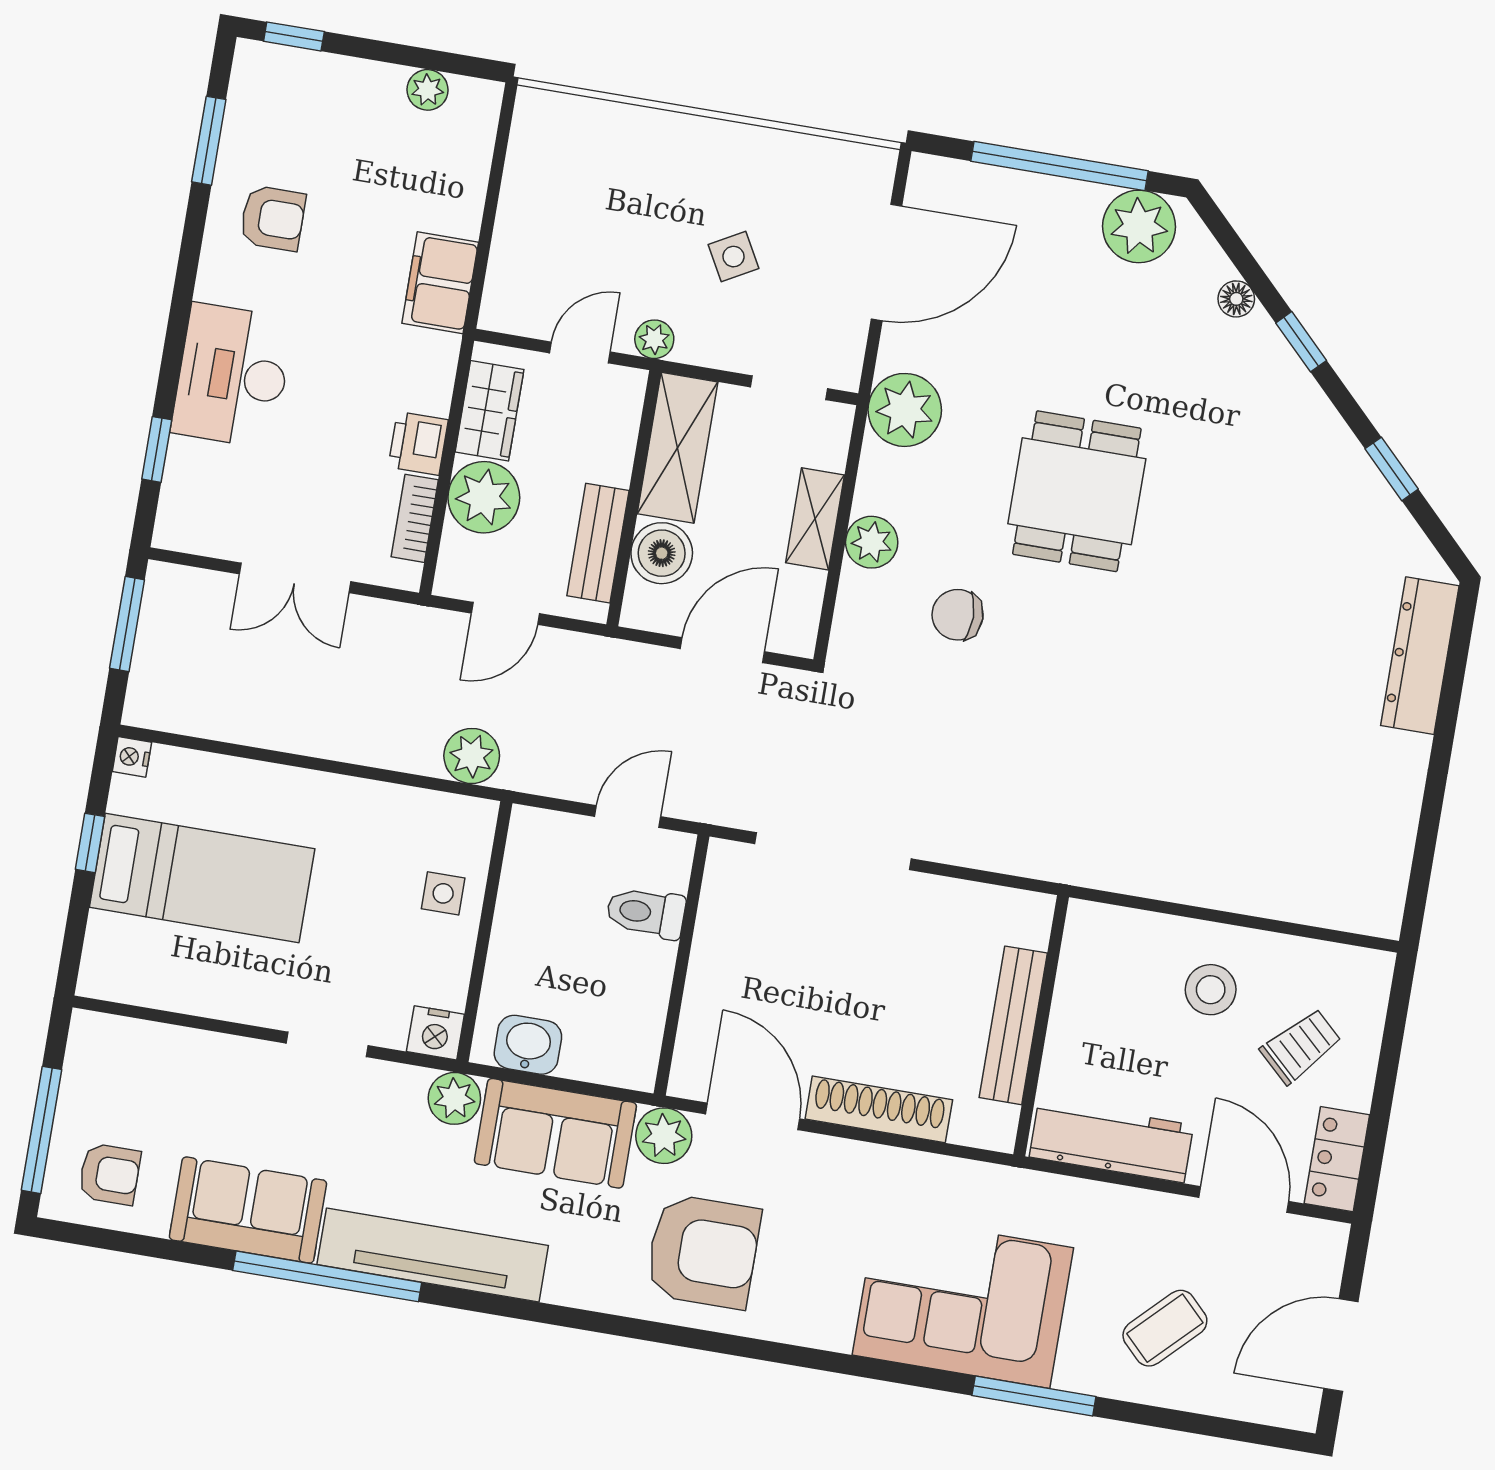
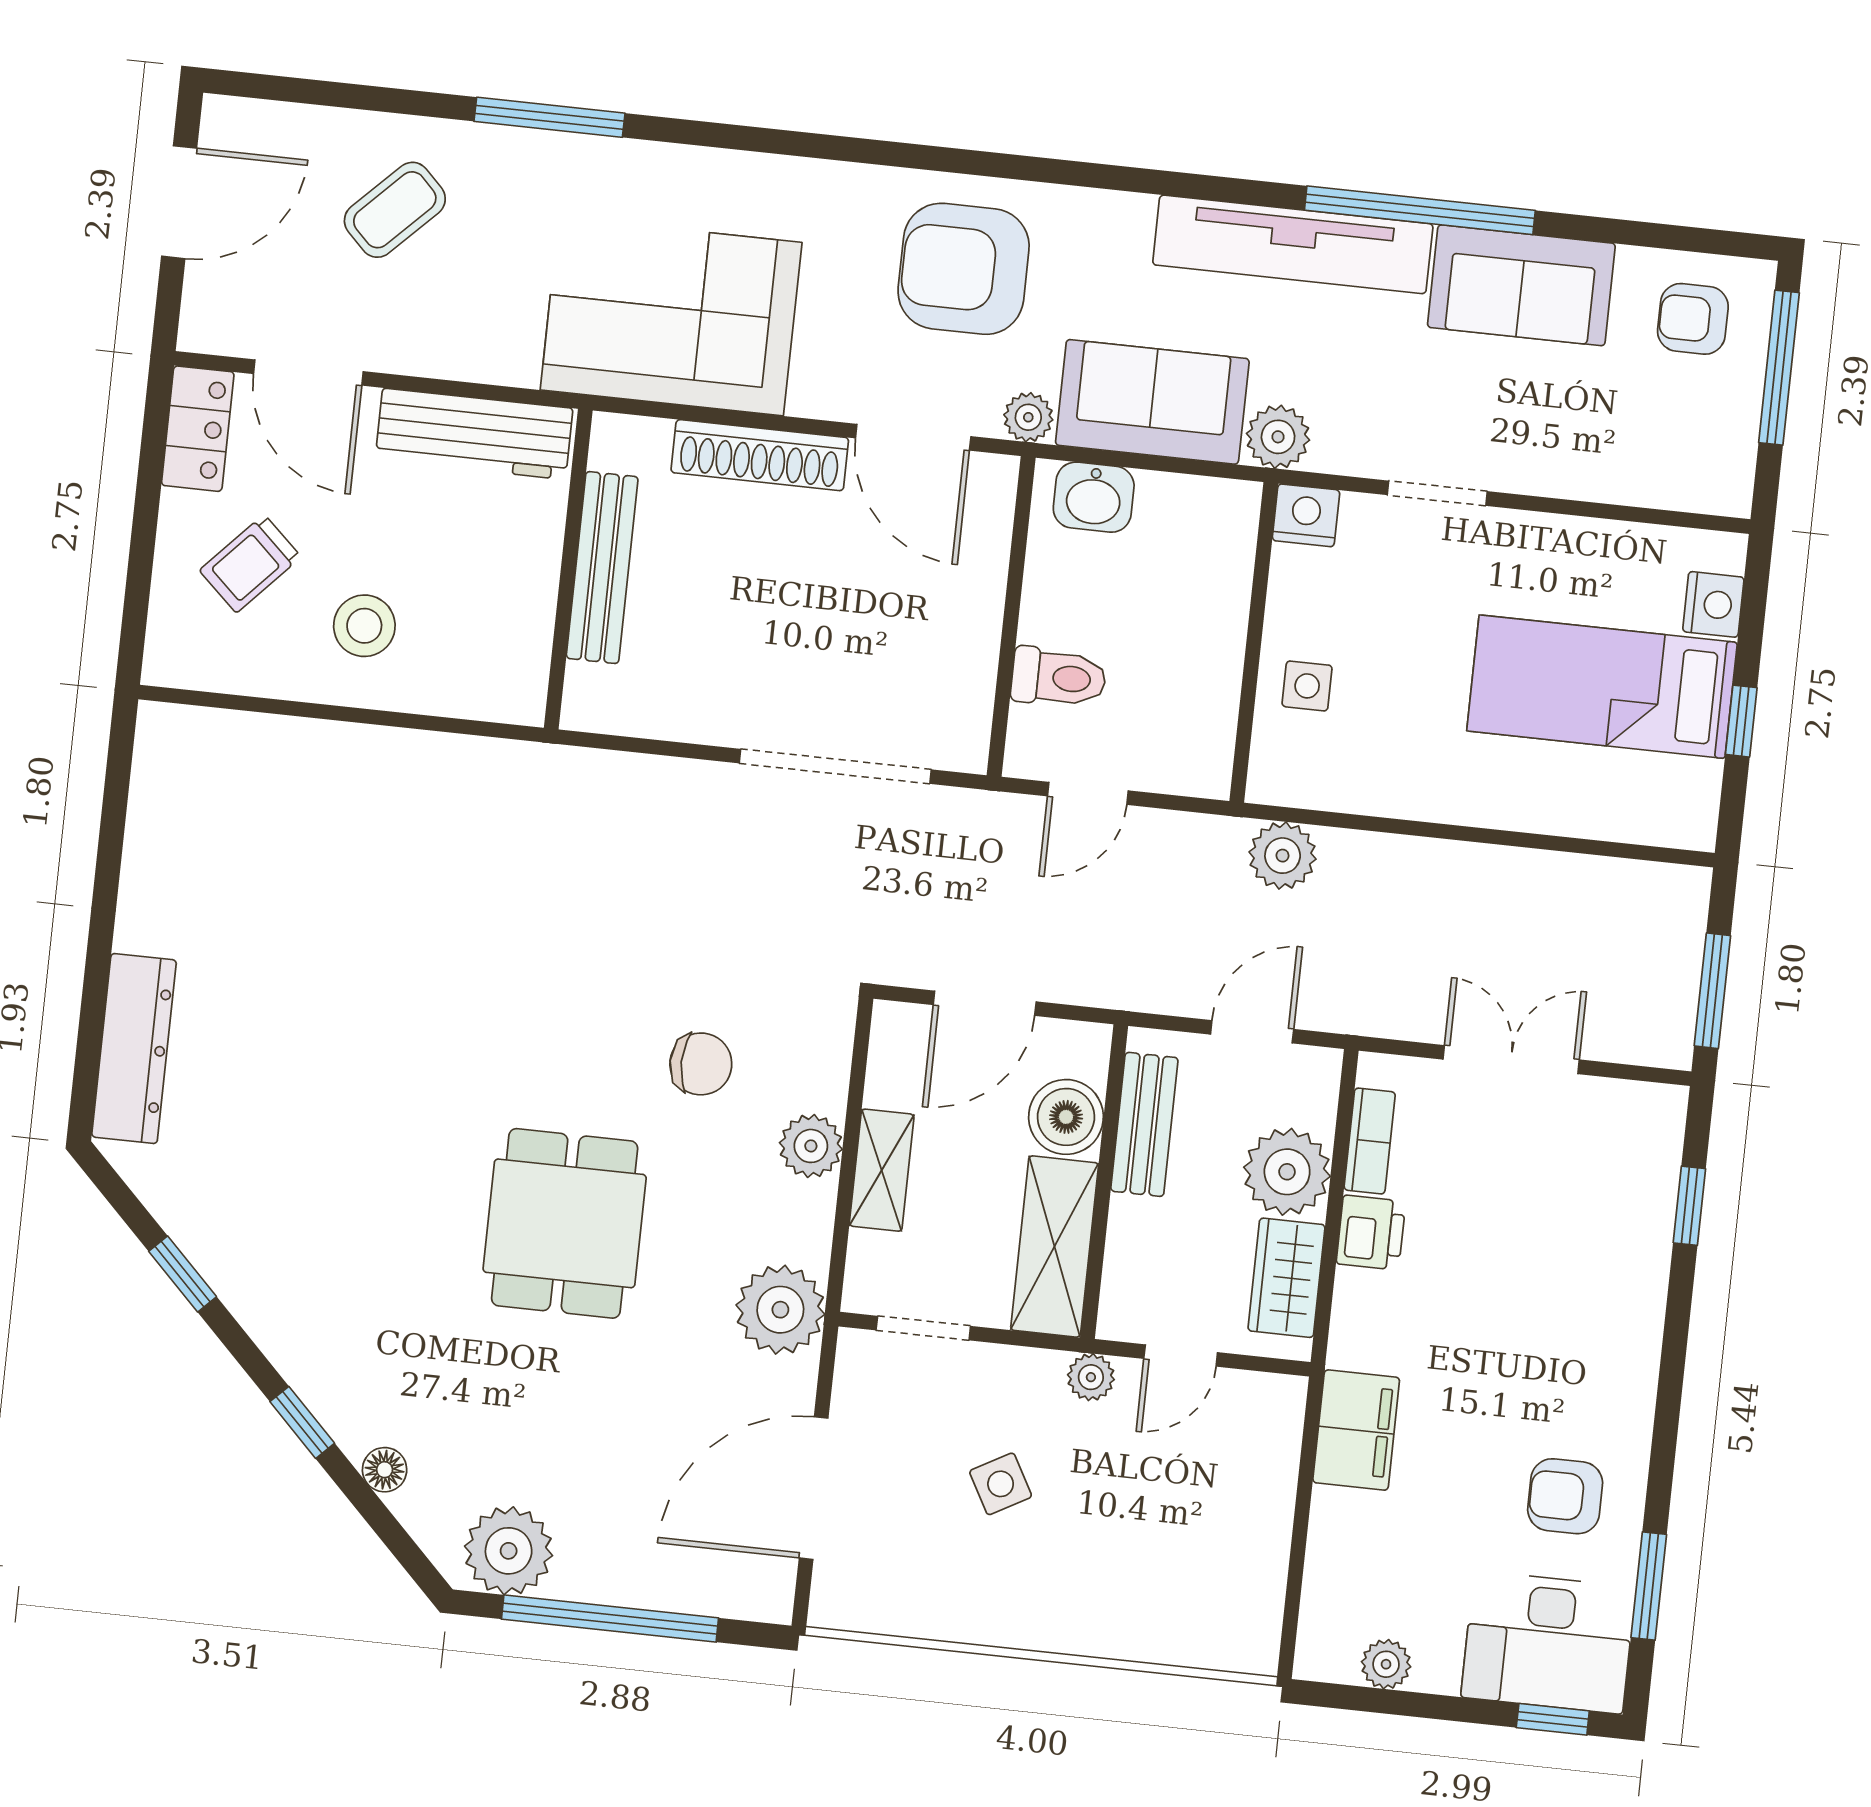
desk: (232, 376) -> (1548, 1642), moved, turned 90
nightstand: (132, 757) -> (1713, 604), moved, width x1.39, depth x1.35
washbasin: (528, 1045) -> (1094, 497), moved
plant: (664, 1136) -> (1028, 417), width x0.73, depth x0.73
corner sofa: (963, 1301) -> (671, 316), moved, turned 180

